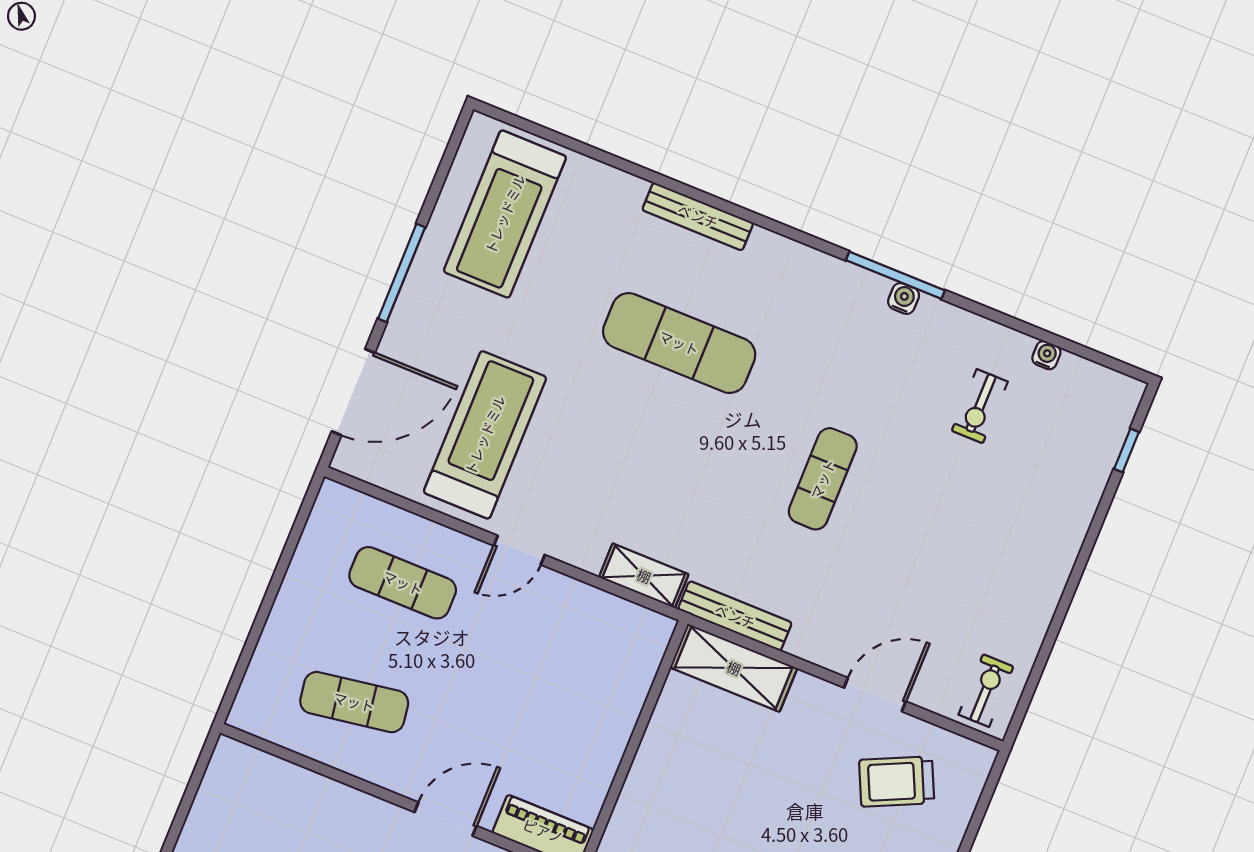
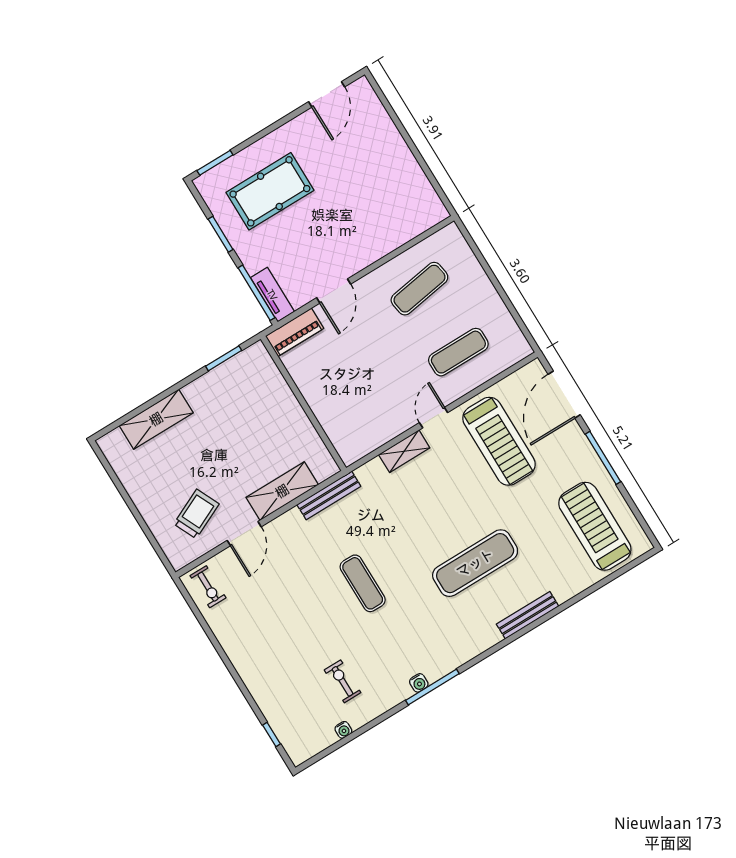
shelving: (644, 576) -> (404, 451), moved
shelving: (734, 668) -> (282, 491), moved

